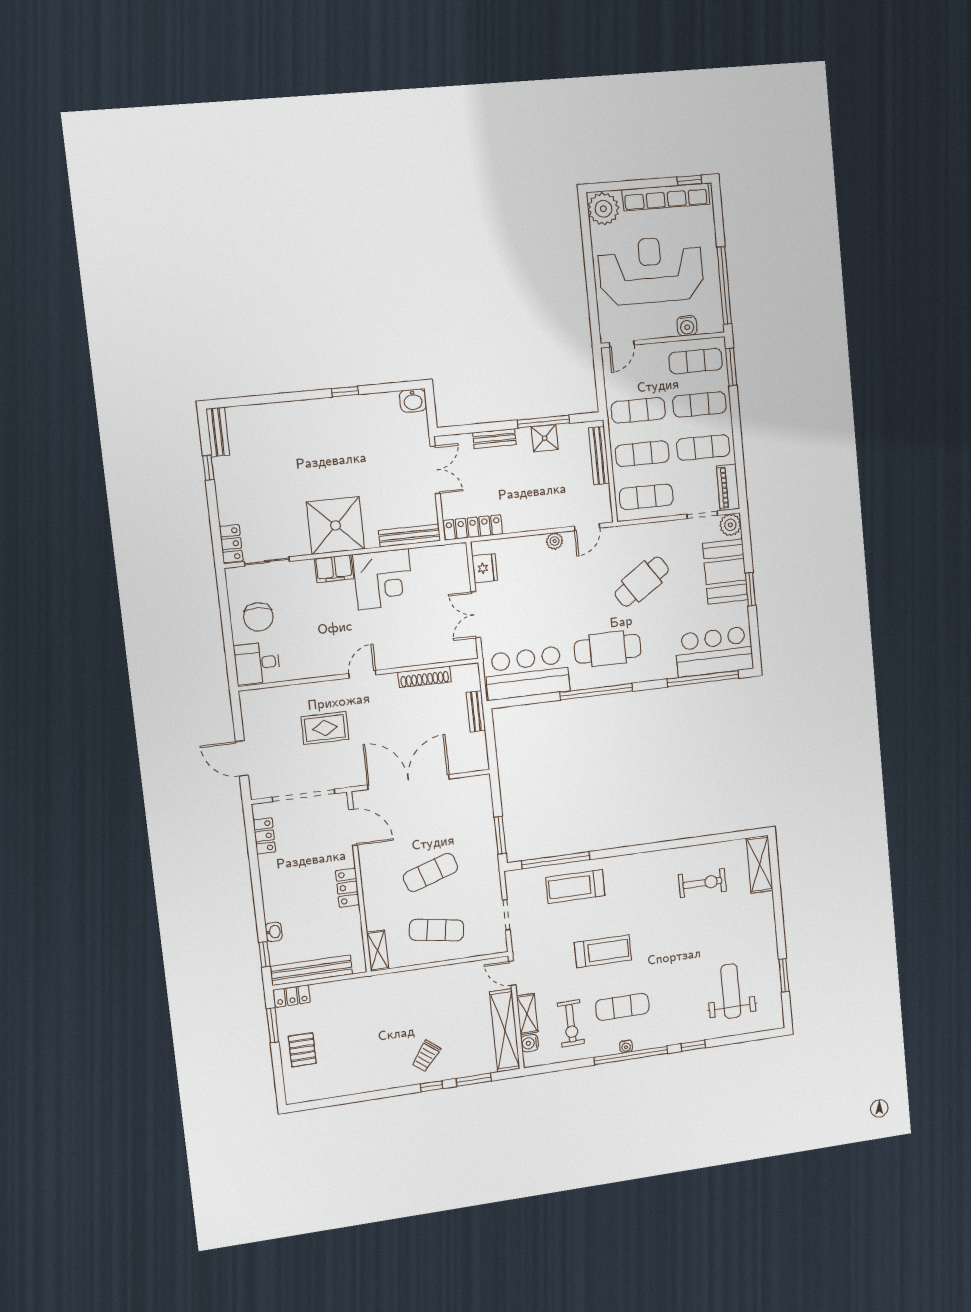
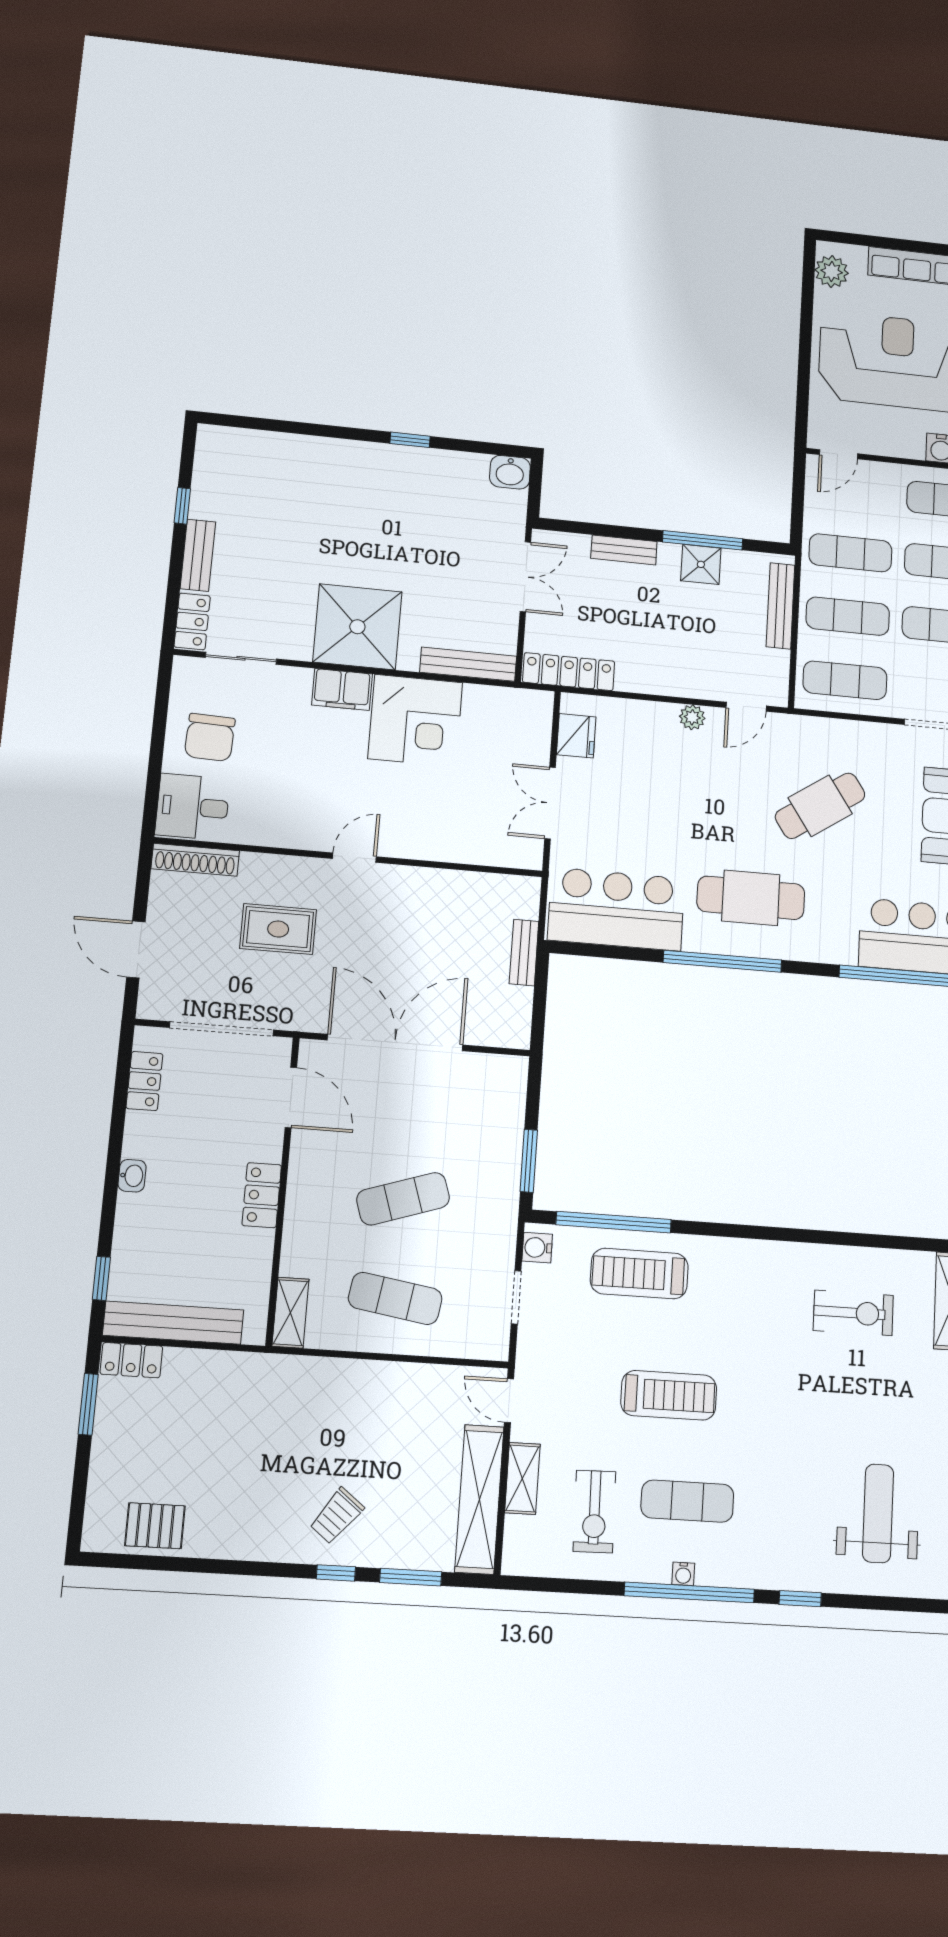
plant: (603, 209) -> (832, 271), width x0.73, depth x0.73
bench: (218, 432) -> (198, 555), moved
shoe rack: (425, 677) -> (195, 860), moved
washbasin: (274, 932) -> (132, 1176), moved
water cooler: (530, 1043) -> (537, 1248), moved
pallet: (302, 1050) -> (155, 1526), moved, turned 90

